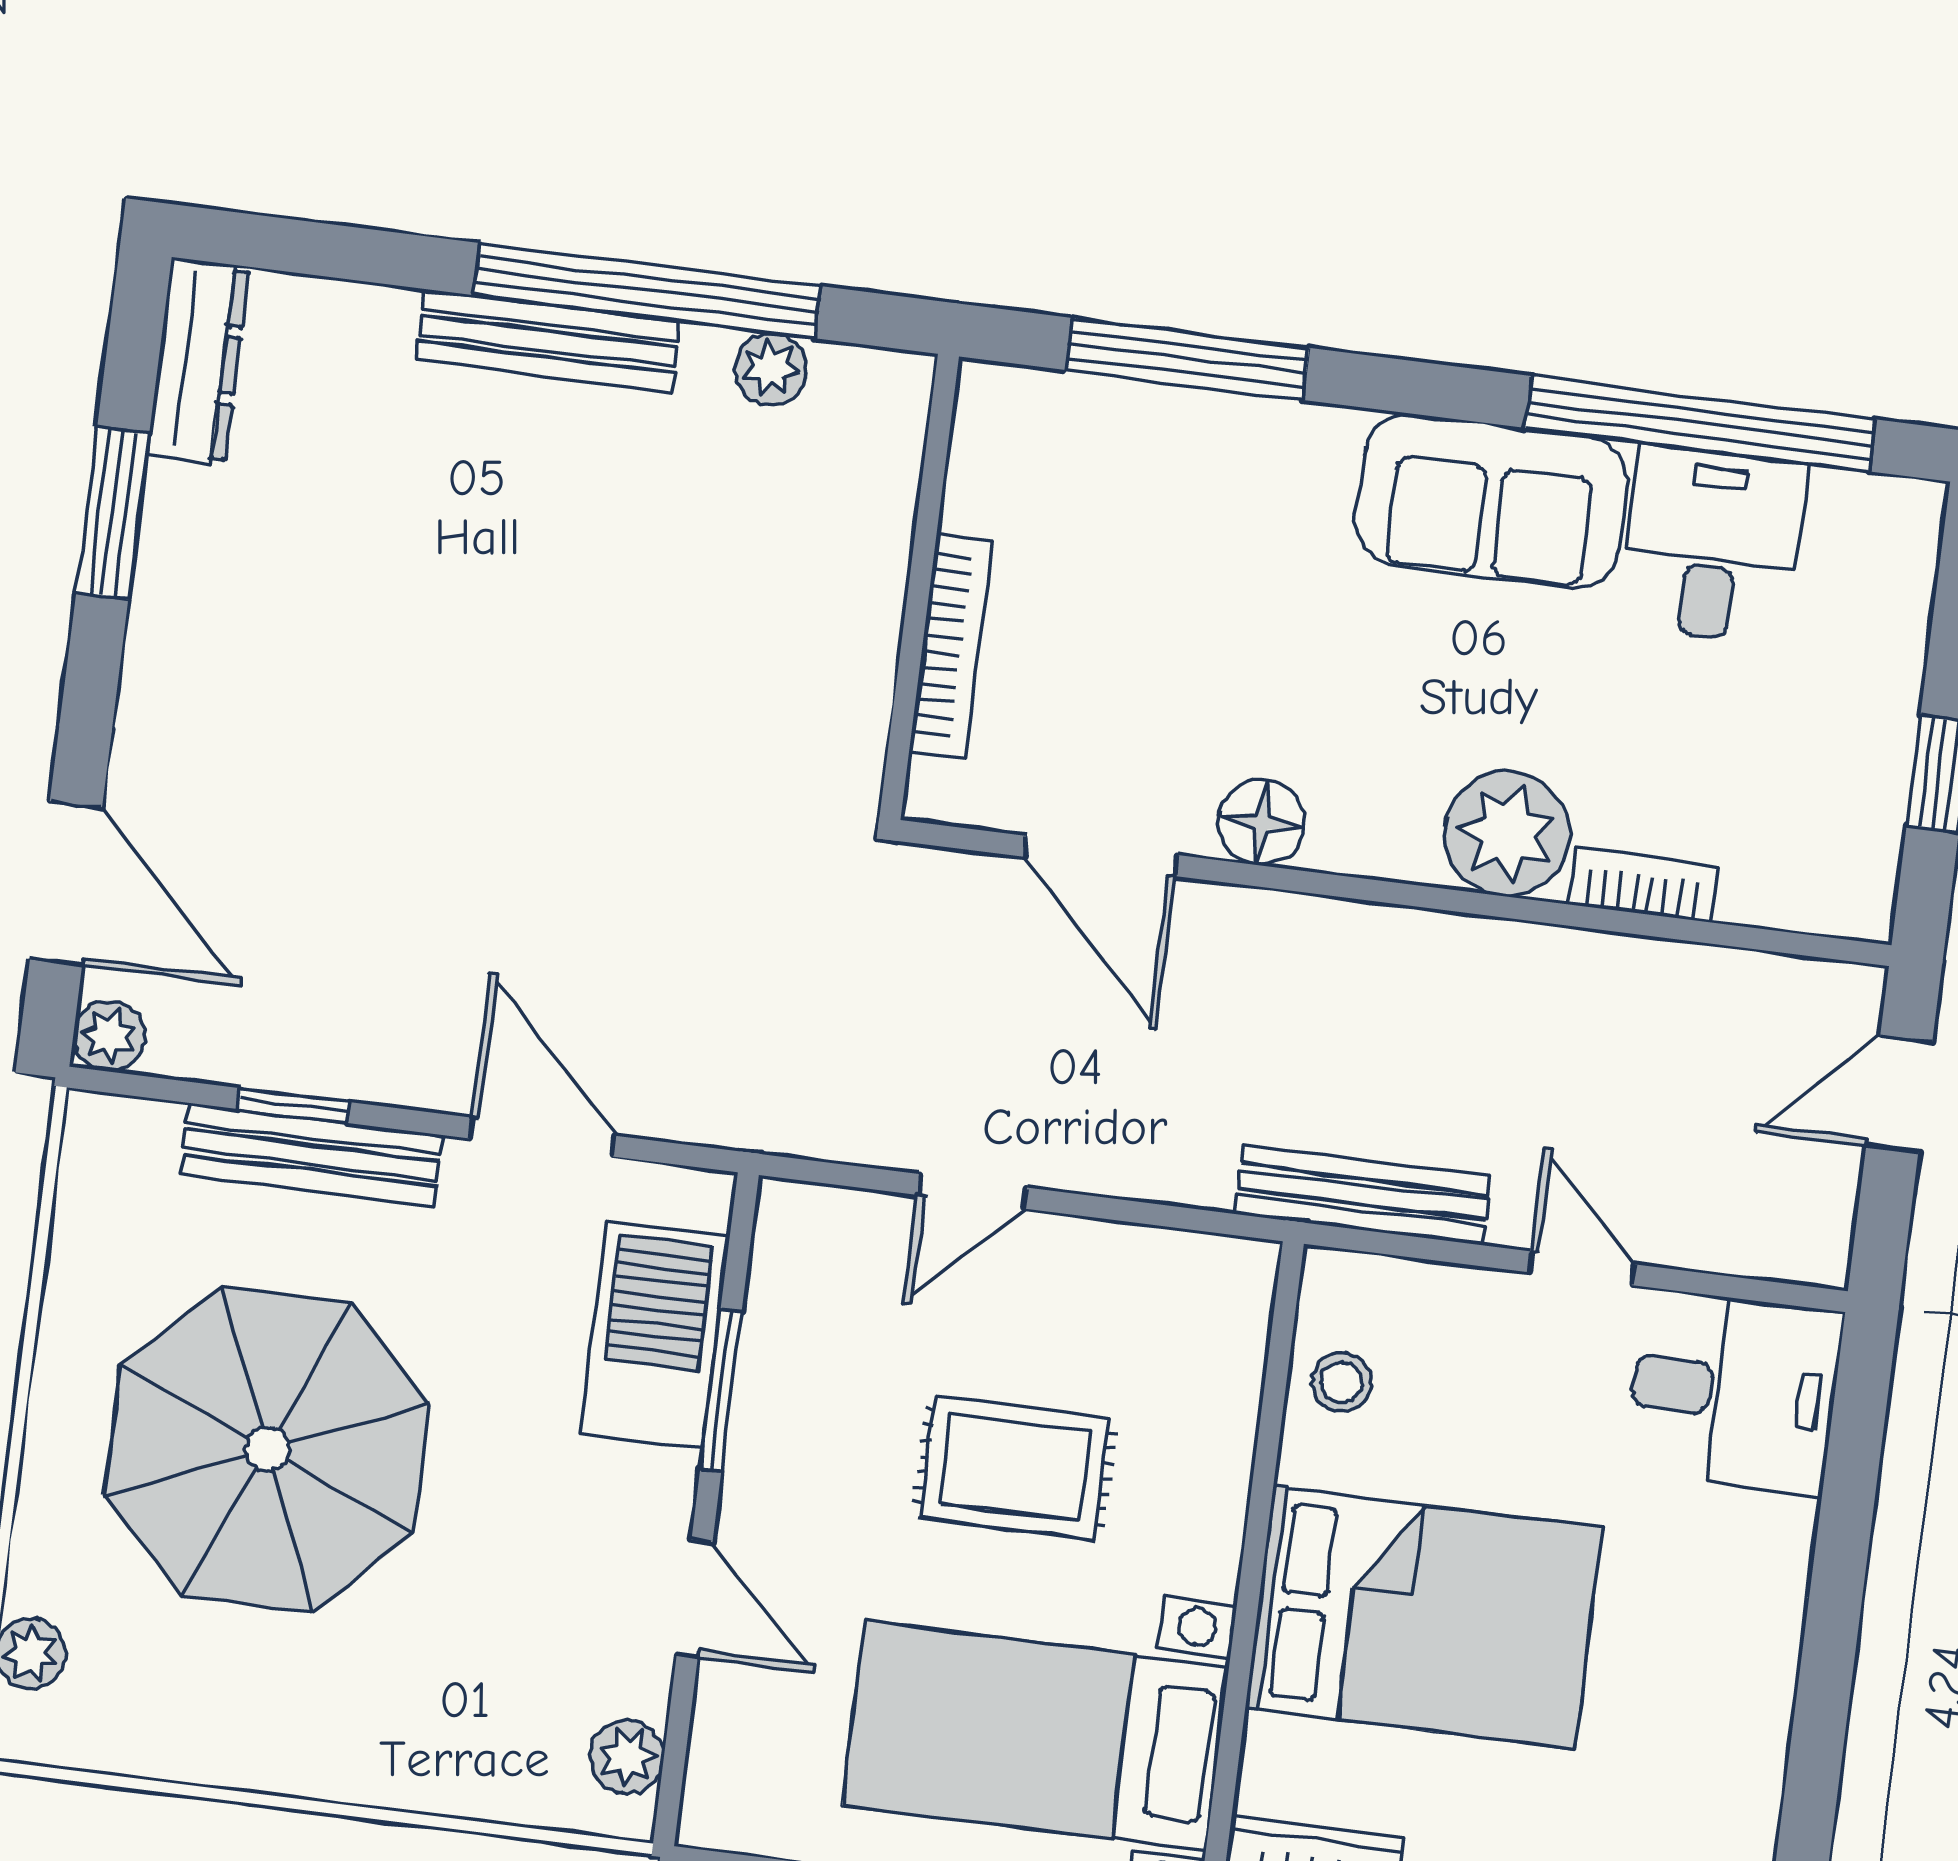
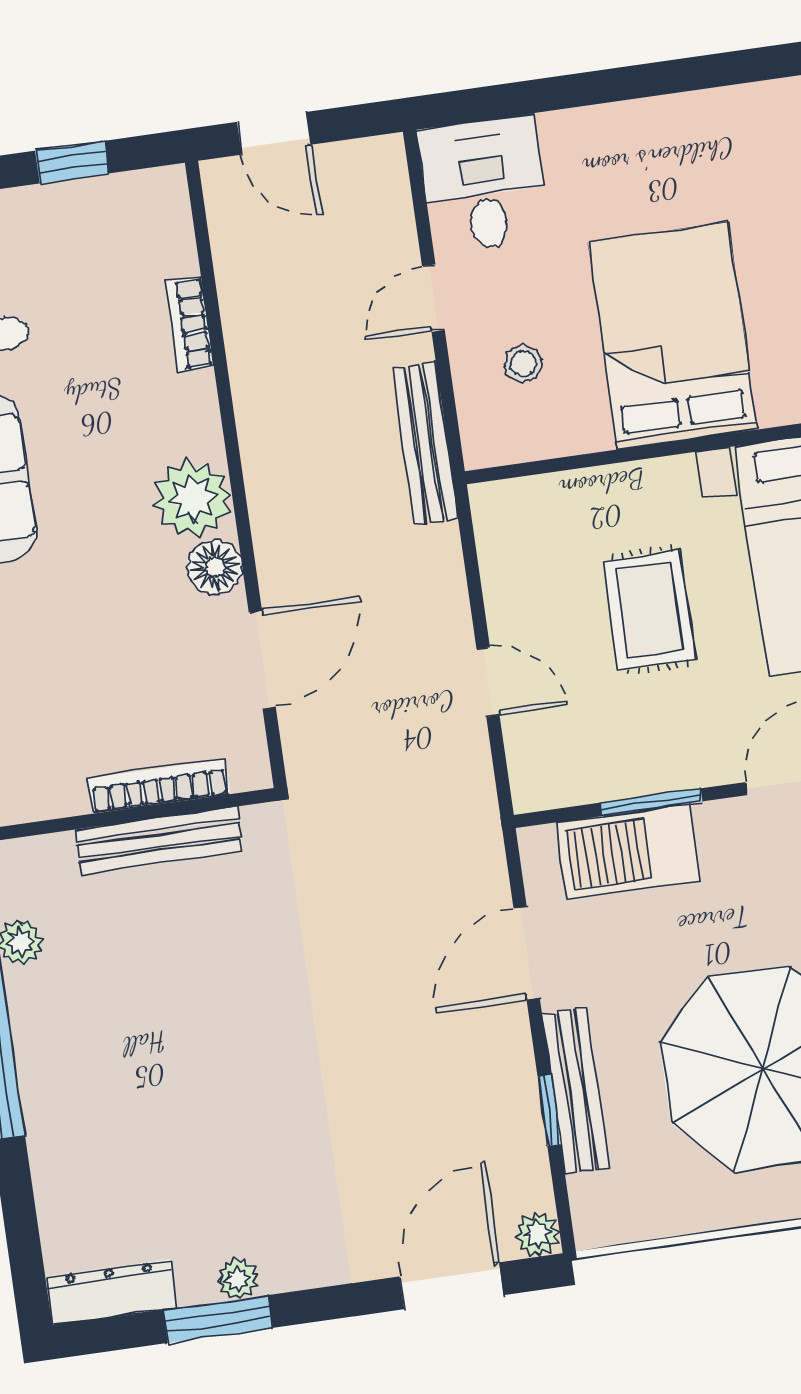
bench: (548, 341) -> (159, 841), moved, turned 90
plant: (166, 560) -> (238, 1279), added
plant: (1507, 834) -> (193, 499), moved
stool: (1342, 1382) -> (523, 364), moved

